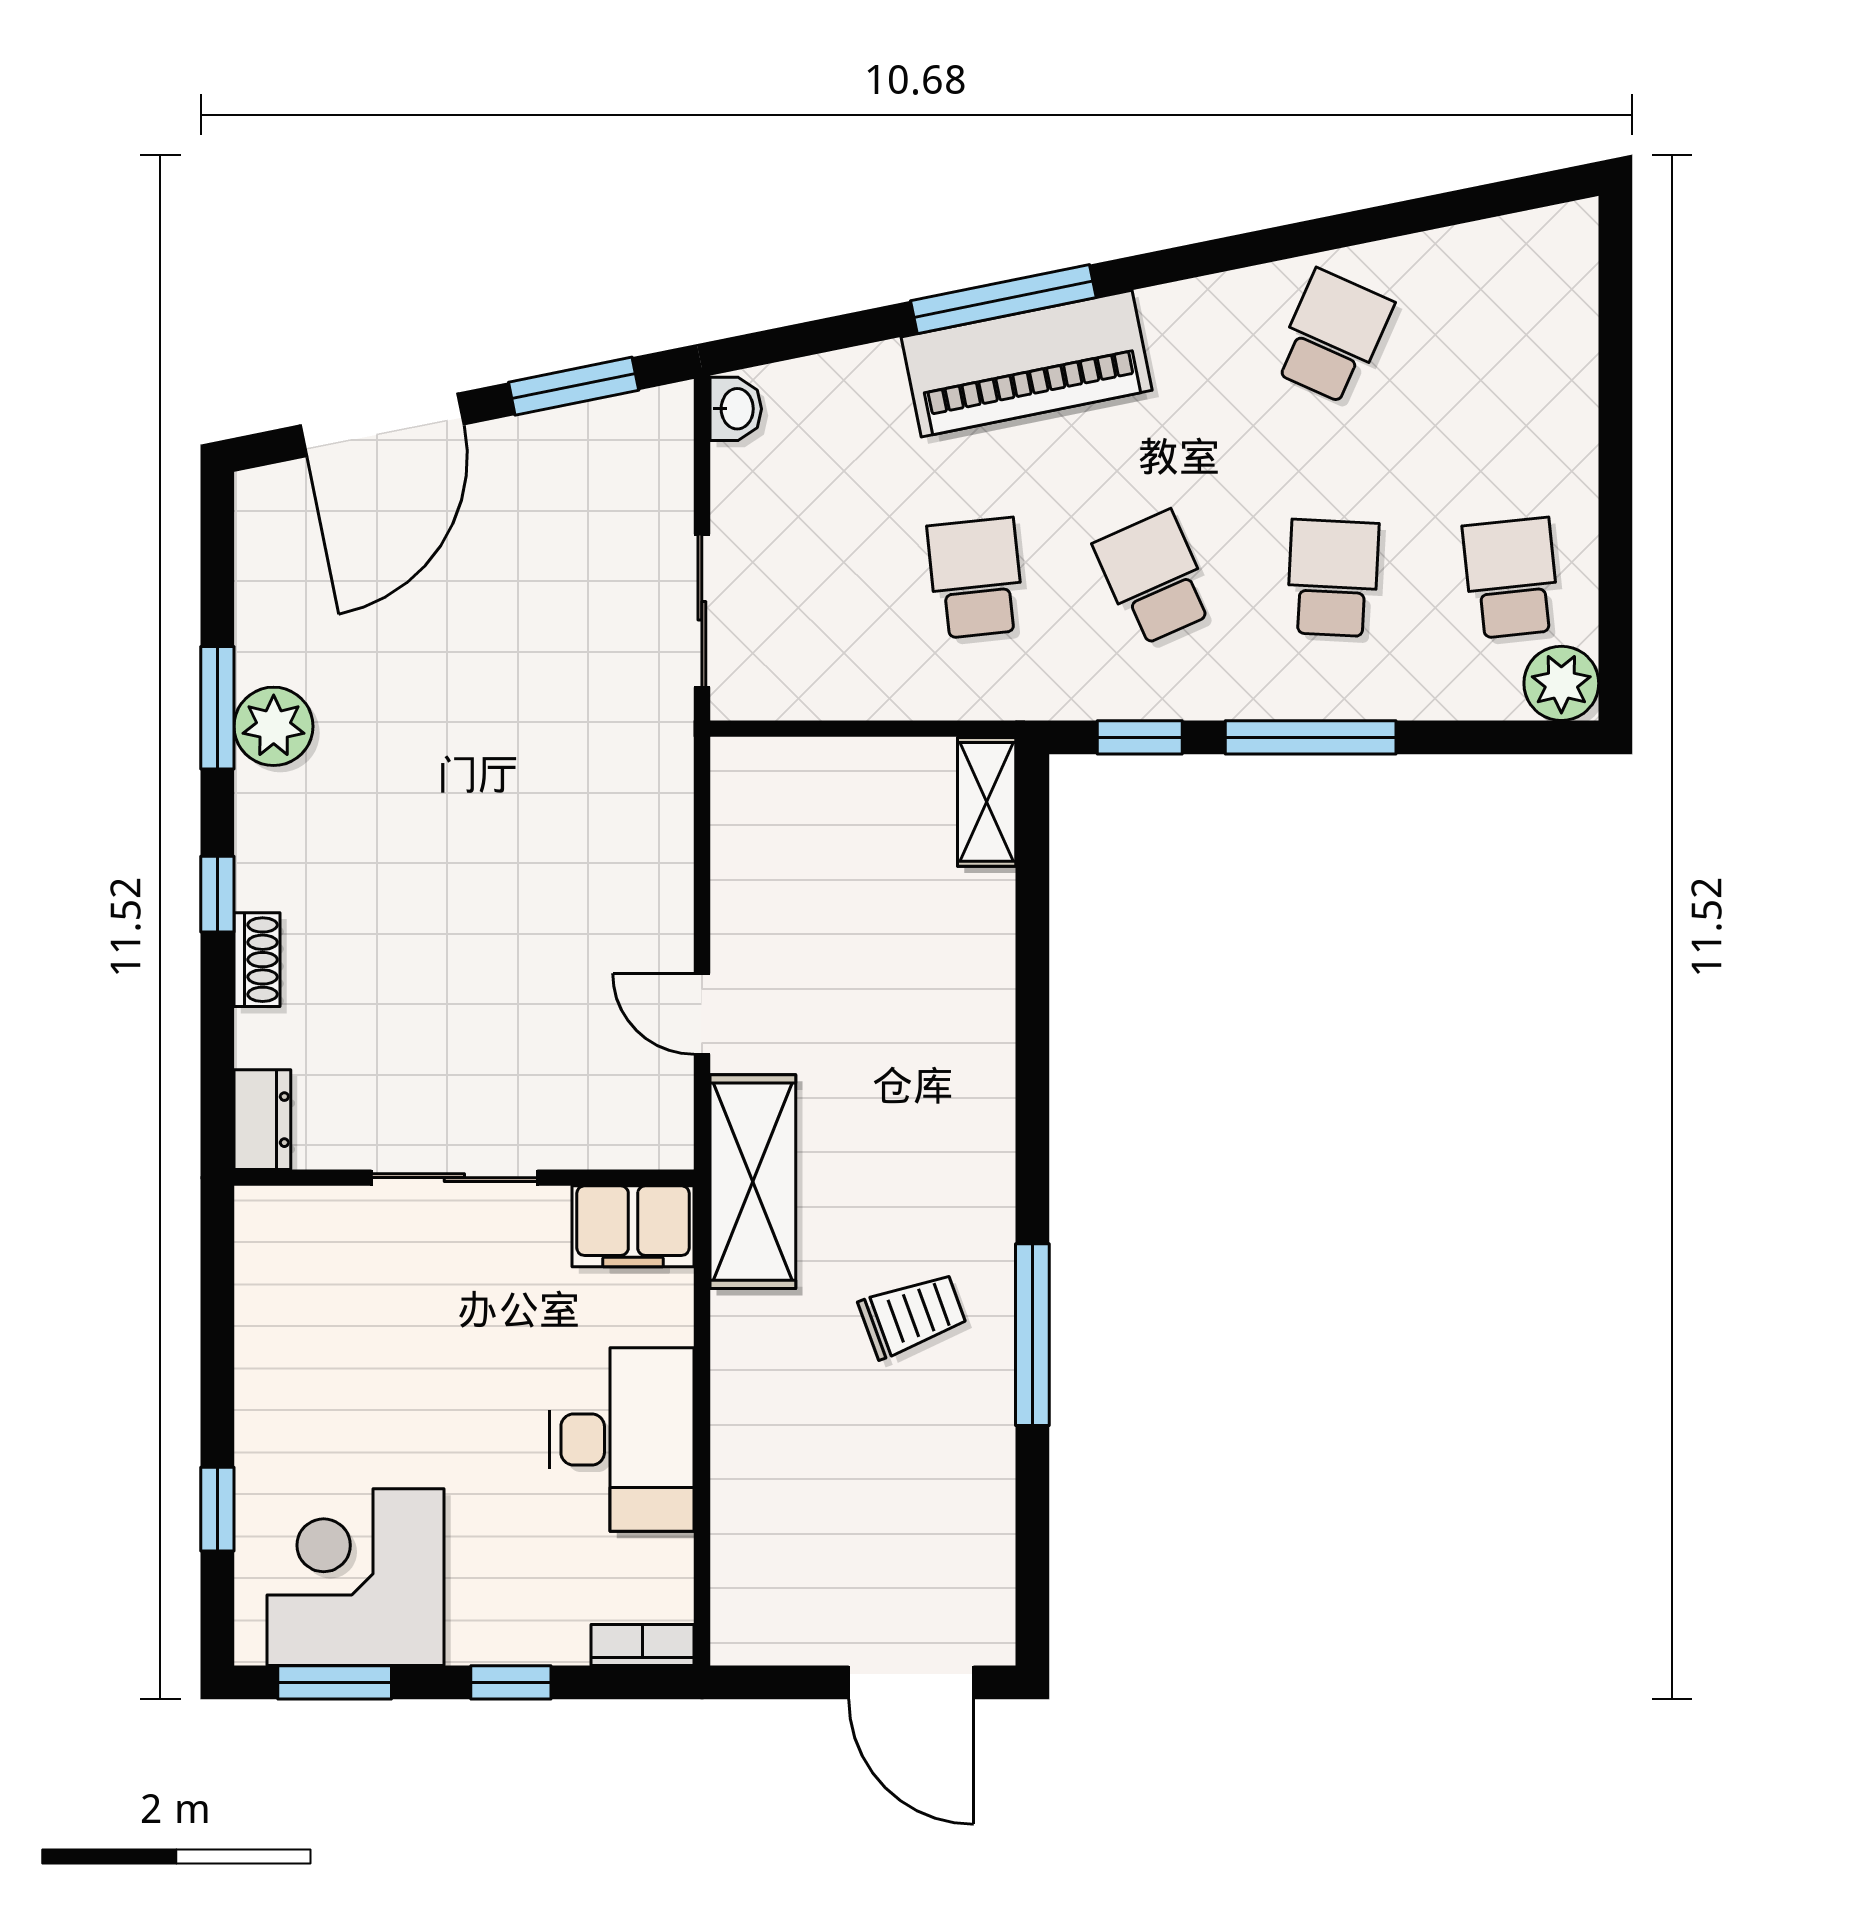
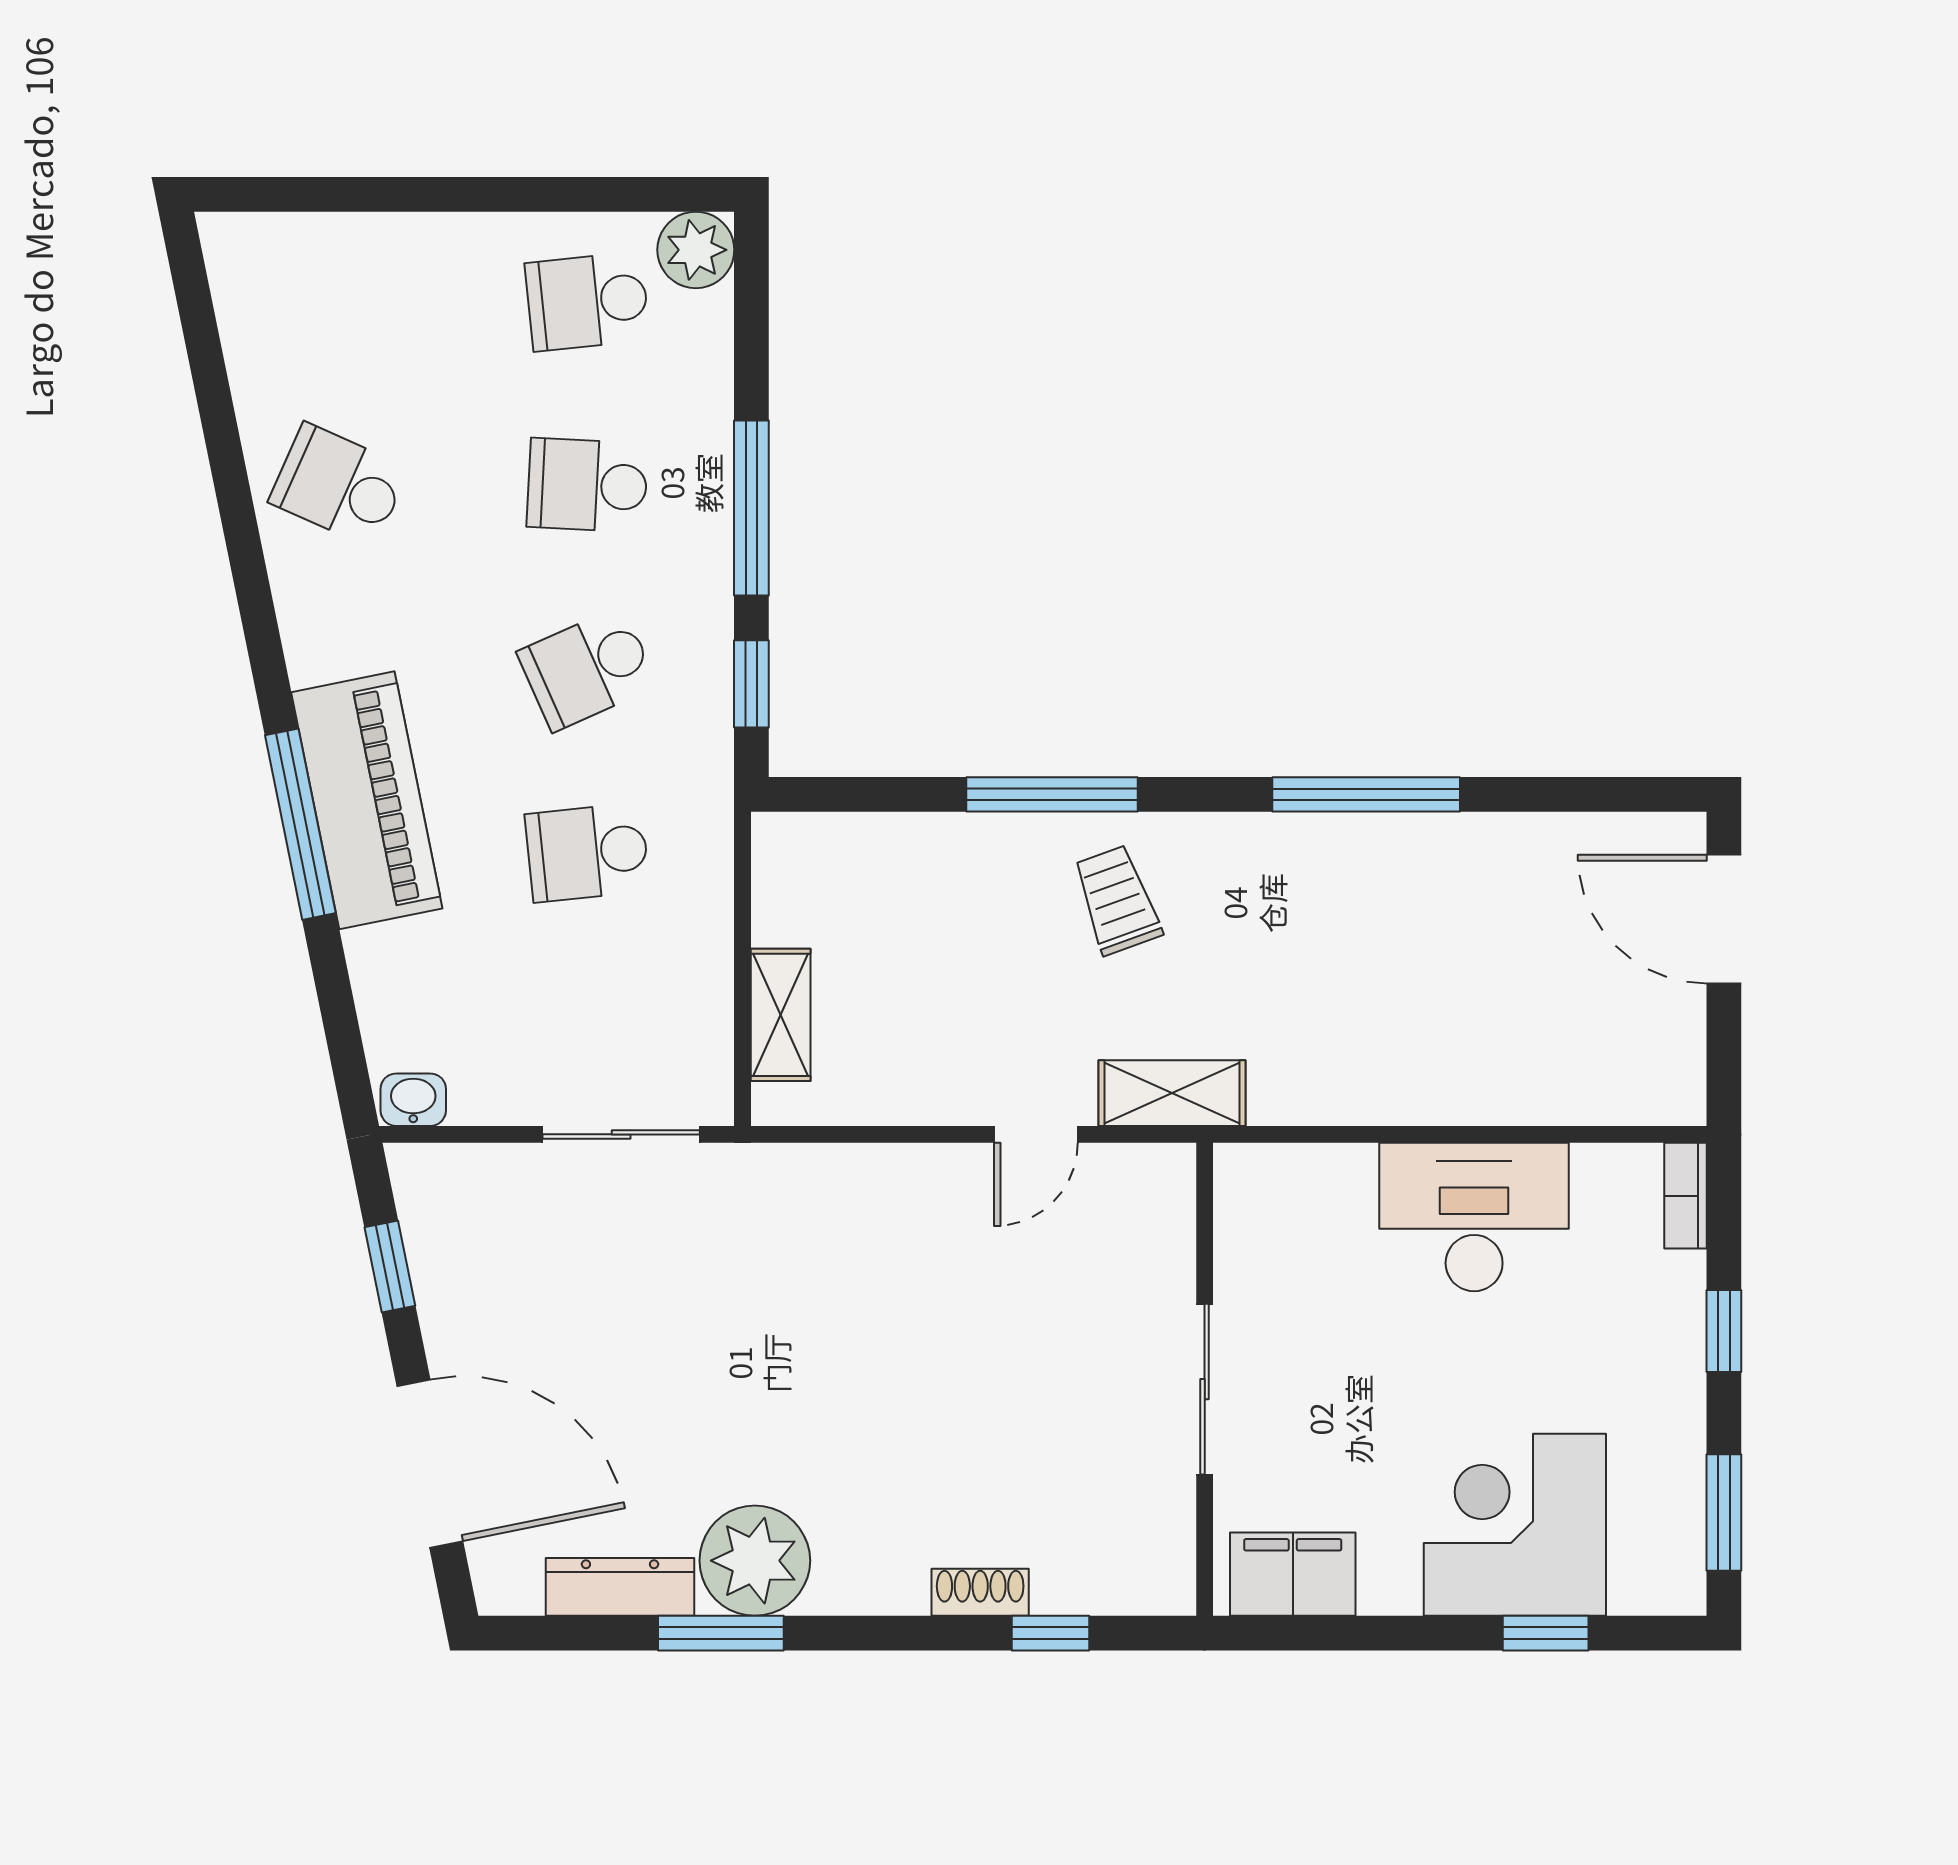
window: (574, 386) -> (390, 1267), width x0.67
plant: (274, 726) -> (755, 1561), width x1.36, depth x1.36
shelving: (987, 802) -> (781, 1015), moved, turned 90
window: (217, 894) -> (1051, 1633), moved
window: (1032, 1029) -> (1052, 794), added
dresser: (262, 1120) -> (620, 1587), moved, width x1.44
shelving: (753, 1182) -> (1172, 1093), width x0.67, depth x0.75
filing cabinet: (633, 1226) -> (1293, 1574), moved, turned -90
trolley: (913, 1315) -> (1117, 900), moved
corner desk: (355, 1577) -> (1515, 1525), moved, turned 90
door: (911, 1682) -> (1724, 919), swing flipped

